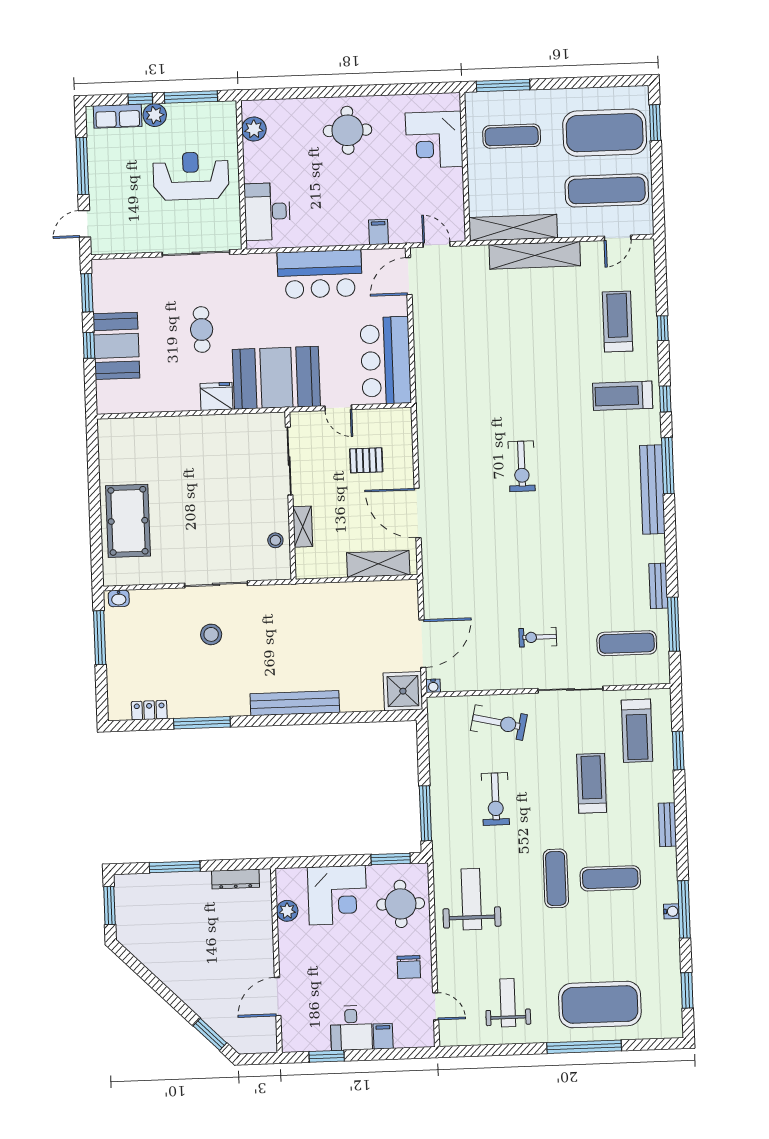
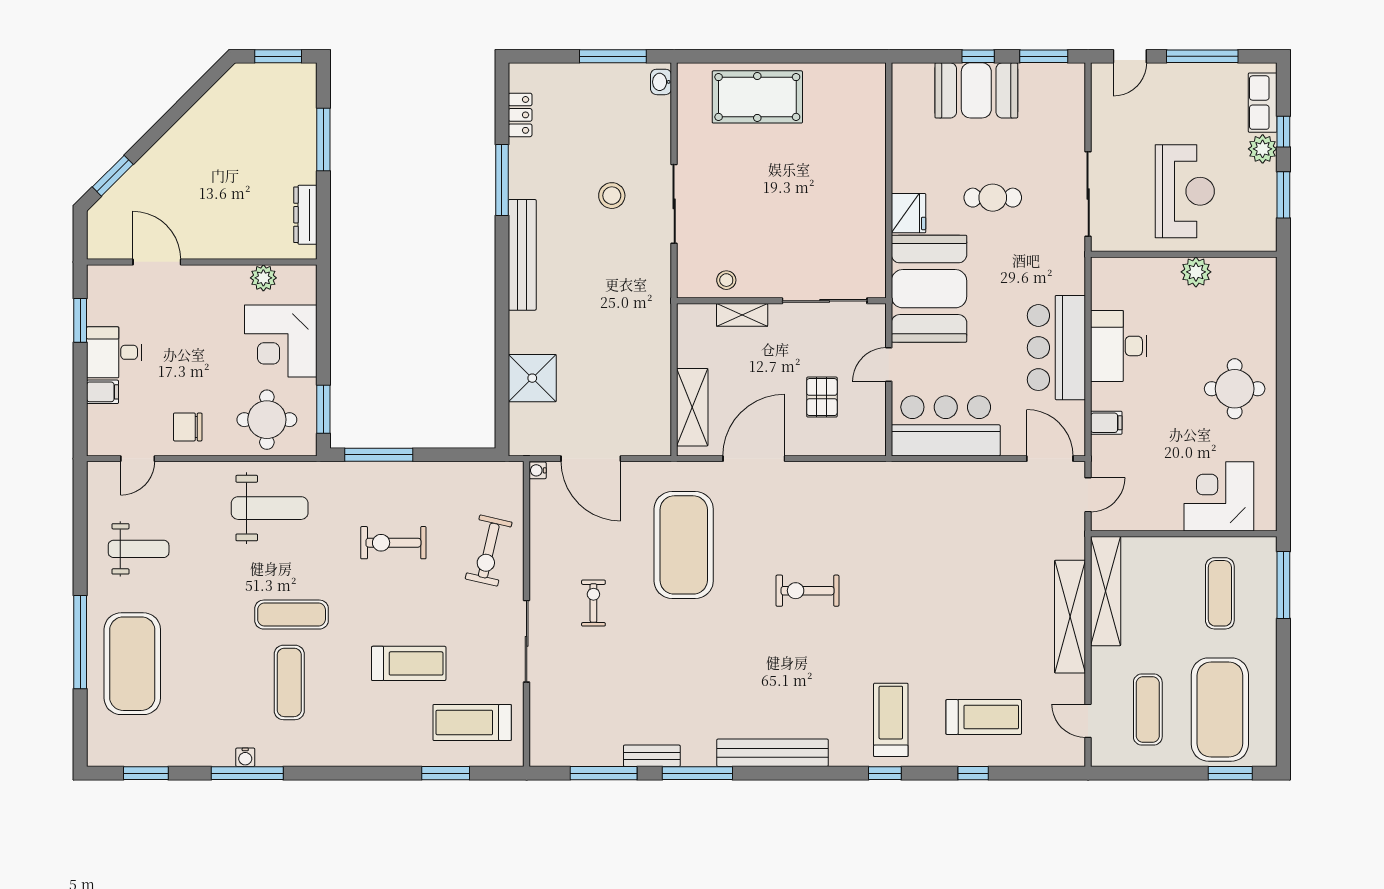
window: (191, 97) -> (1283, 195), width x0.69
plant: (254, 129) -> (1196, 272), moved
exercise mat: (607, 190) -> (1148, 710), width x0.73, depth x0.69
desk: (267, 212) -> (1119, 346), moved, turned -90
door: (84, 224) -> (1130, 56), swing flipped
window: (668, 466) -> (697, 773), moved
exercise mat: (627, 643) -> (684, 545), moved, width x2.00, depth x1.45
shower: (403, 691) -> (532, 378), moved
bench: (295, 703) -> (522, 255), moved
bench: (667, 825) -> (354, 756), removed

